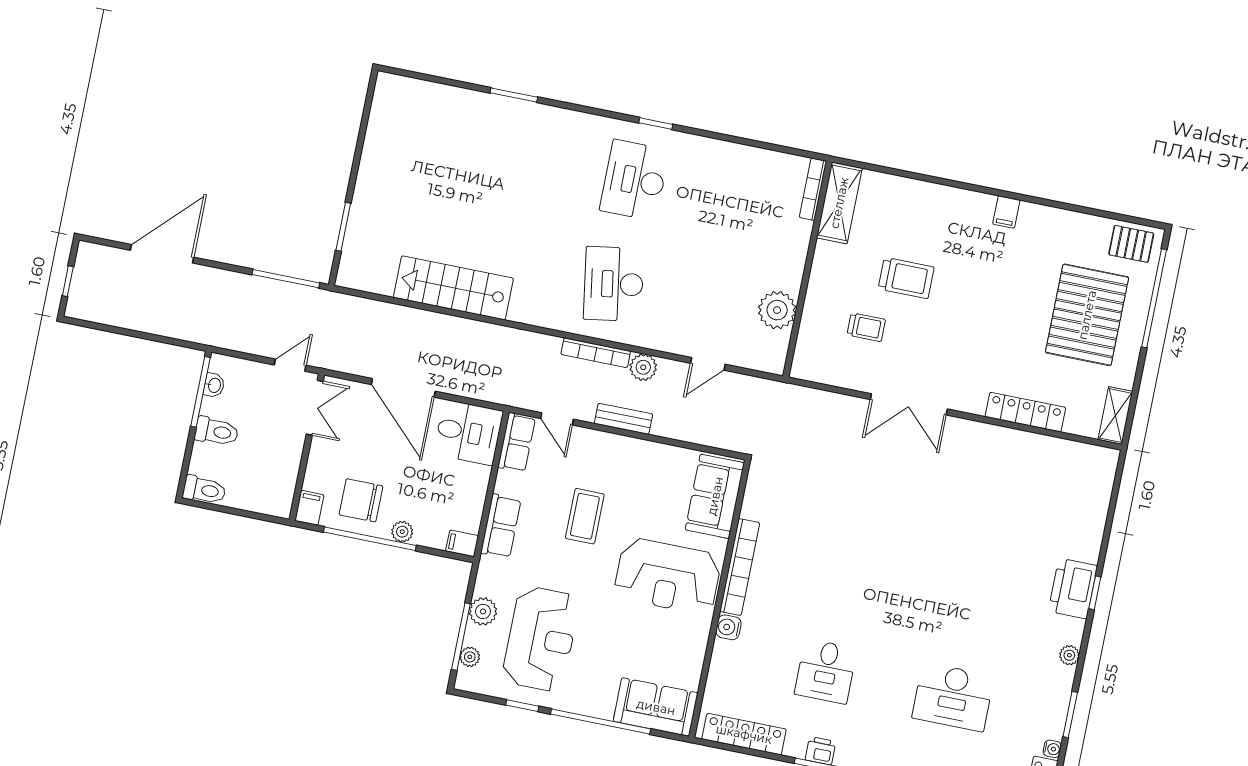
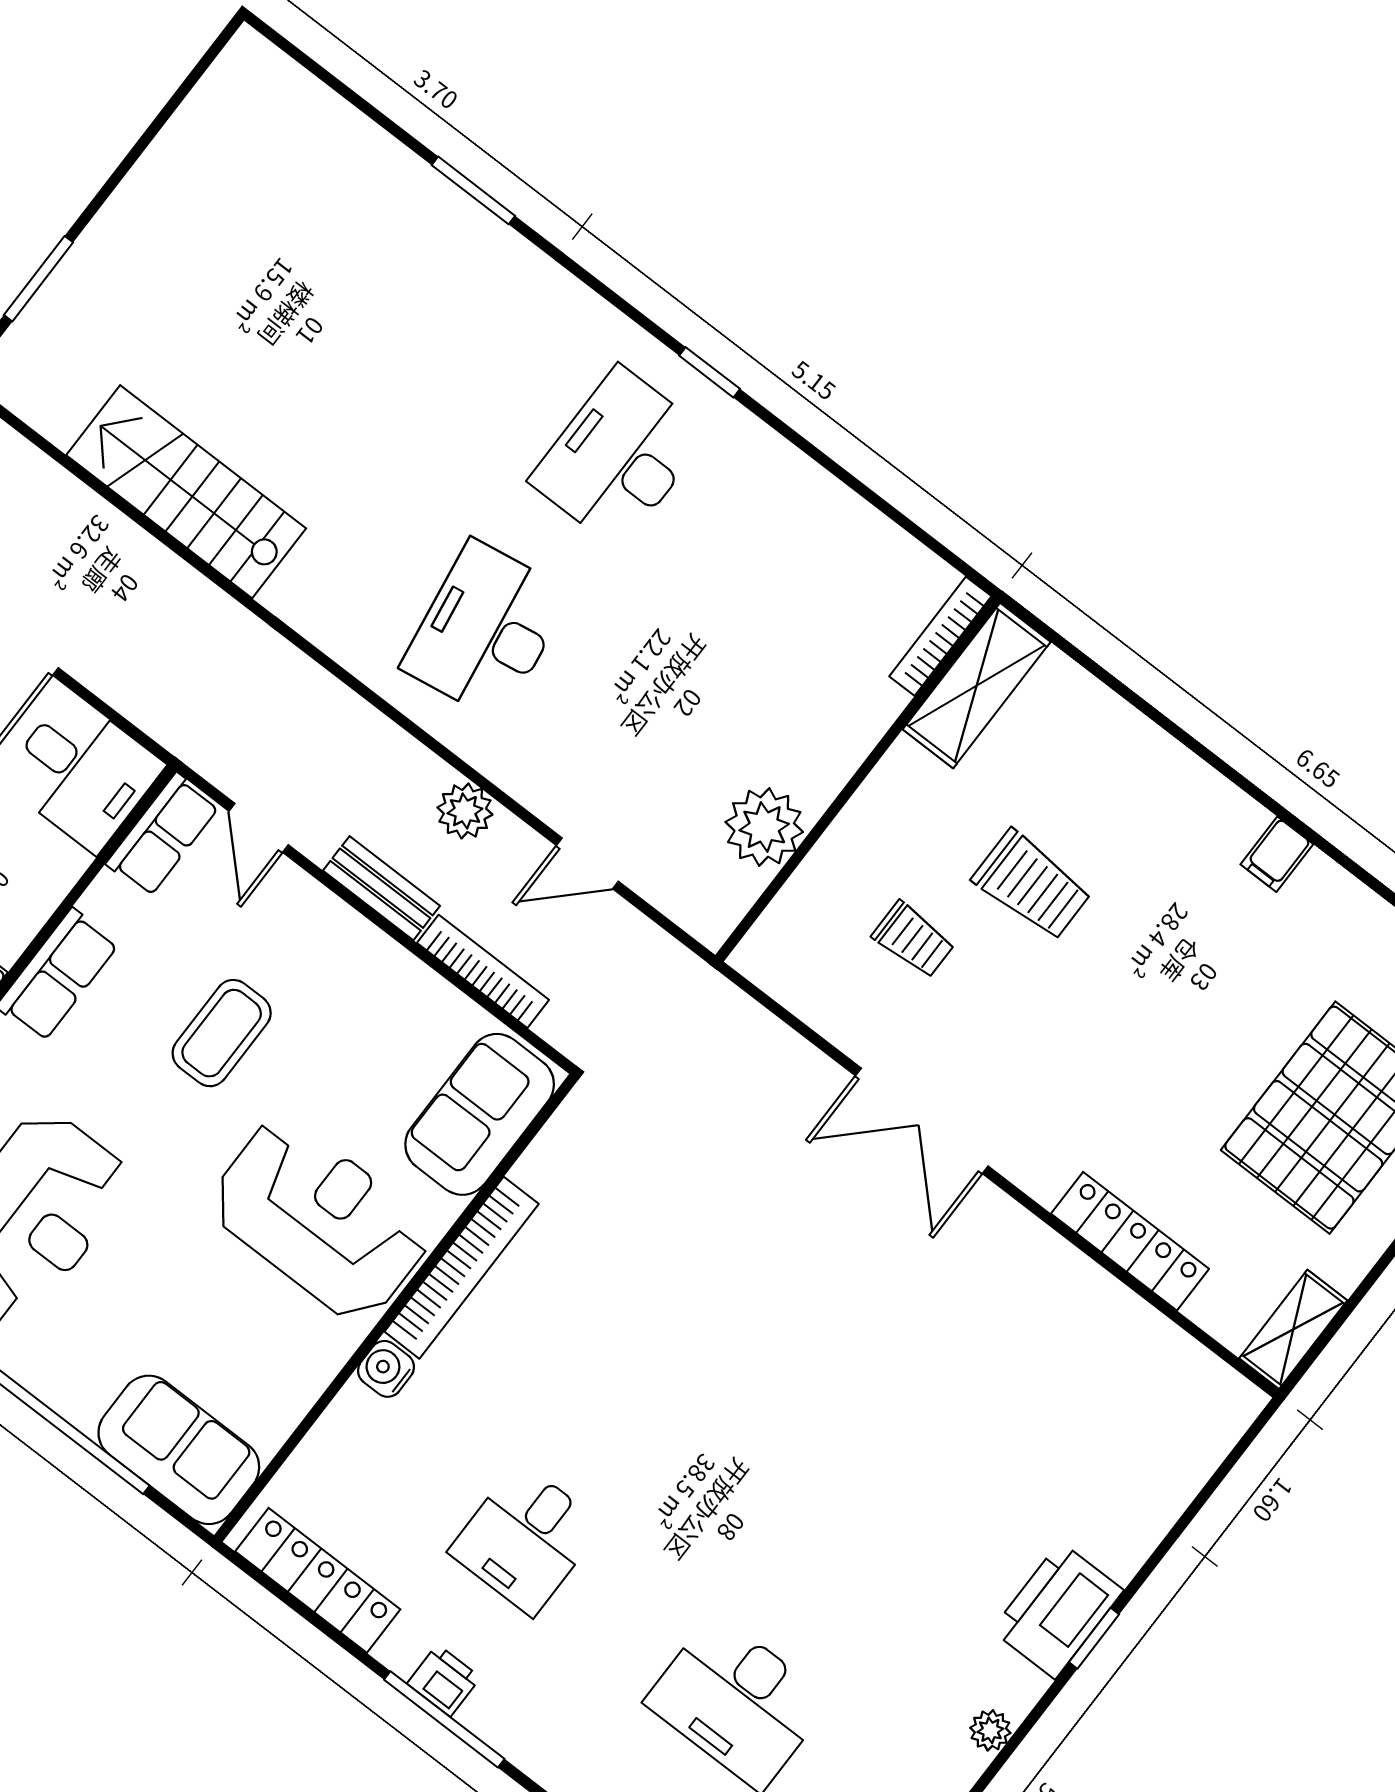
bookcase: (596, 353) -> (483, 971), moved, turned 180
reception desk: (668, 576) -> (320, 1219), turned 180

